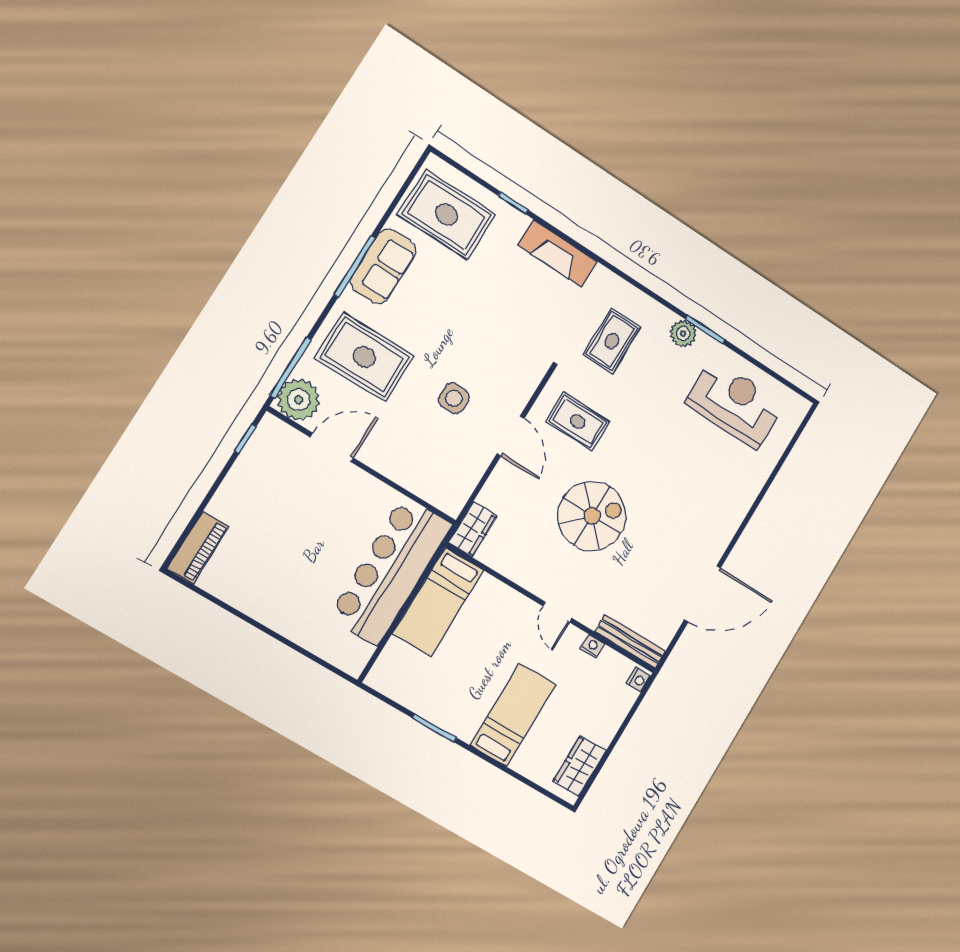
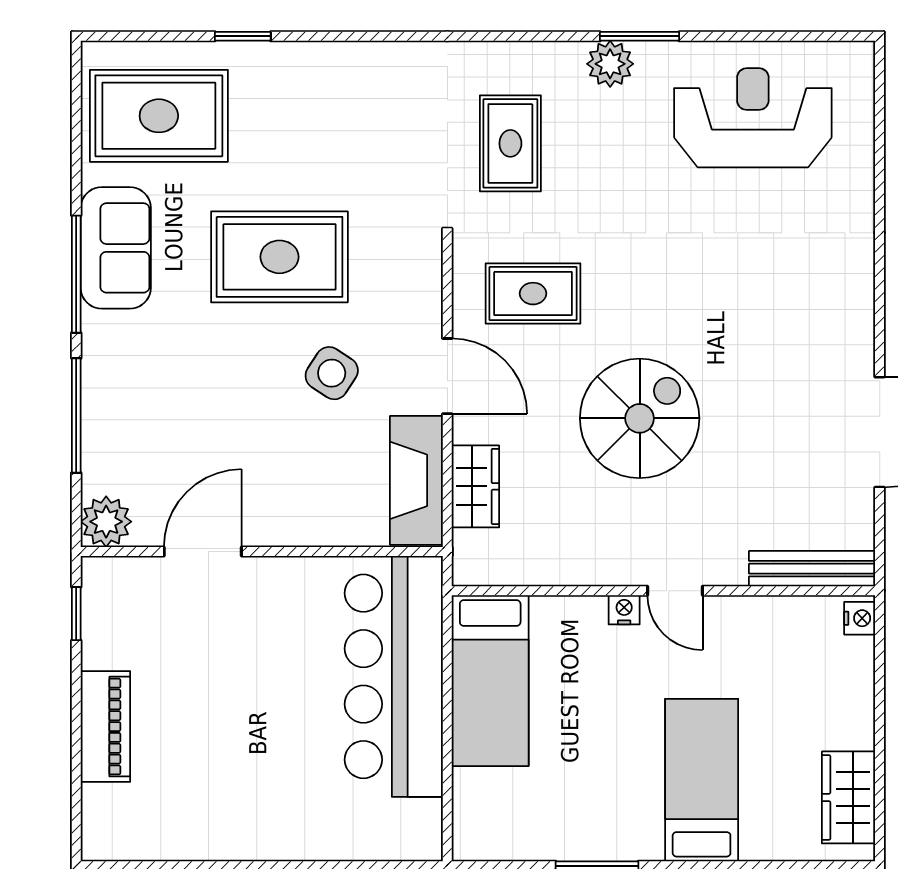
fireplace: (557, 253) -> (416, 480), moved, turned 90
rug: (364, 357) -> (279, 257), moved
window: (291, 367) -> (76, 415), moved
side table: (454, 398) -> (332, 373), turned 33
plant: (299, 400) -> (106, 522), width x0.73, depth x0.73
wardrobe: (473, 529) -> (475, 486), moved
piano: (198, 548) -> (105, 727), moved
nightstand: (592, 646) -> (624, 610), moved

